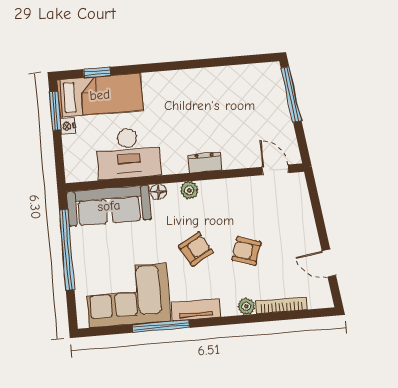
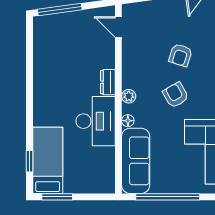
nightstand: (68, 126) -> (70, 188), removed
desk: (128, 153) -> (96, 121), moved
door: (275, 170) -> (118, 27), hinge flipped

